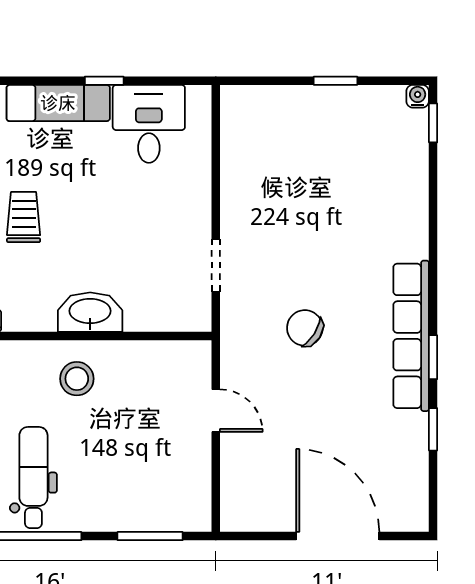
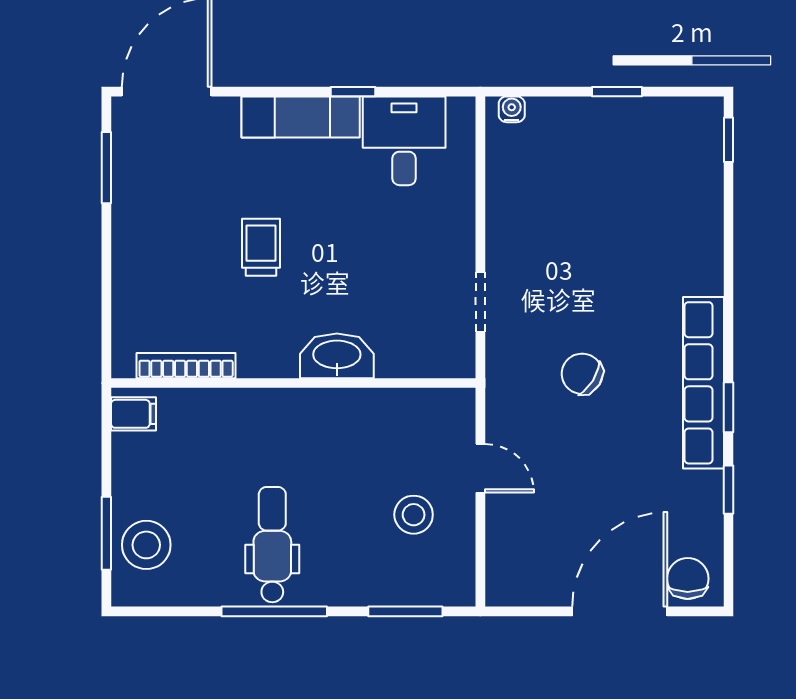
water cooler: (418, 96) -> (512, 109), moved
stool: (77, 379) -> (414, 515), moved
chair: (397, 507) -> (688, 579), added
door: (338, 536) -> (620, 611), hinge flipped

